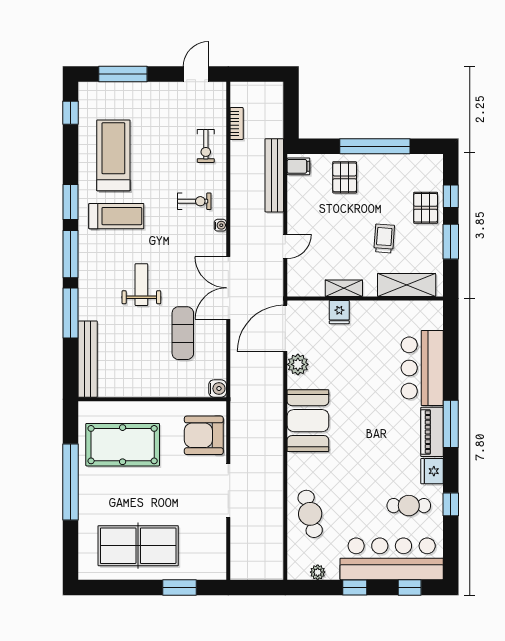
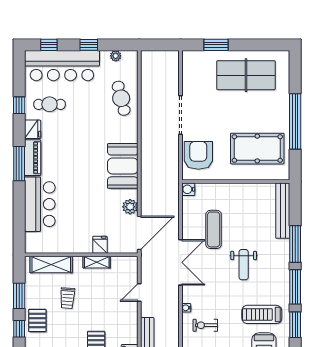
armchair: (204, 435) -> (198, 155), turned -90

